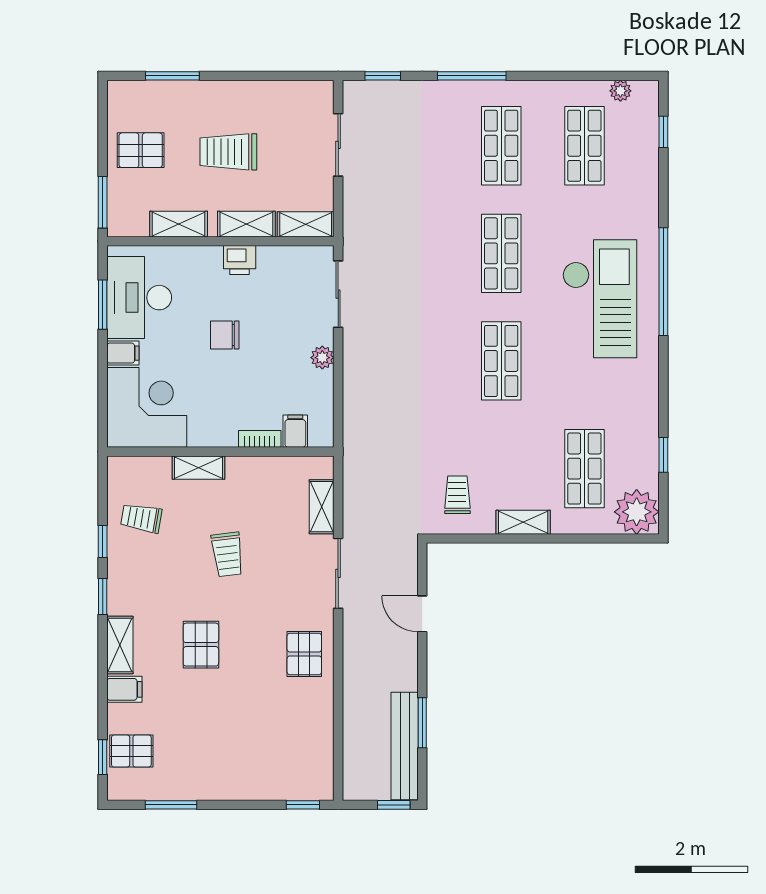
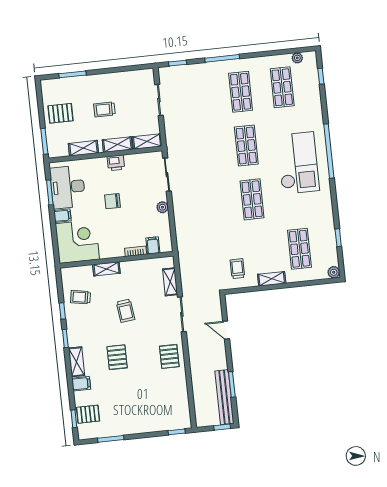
trolley: (228, 152) -> (104, 109), width x0.73, depth x0.72
plant: (637, 512) -> (334, 272), width x0.53, depth x0.53

